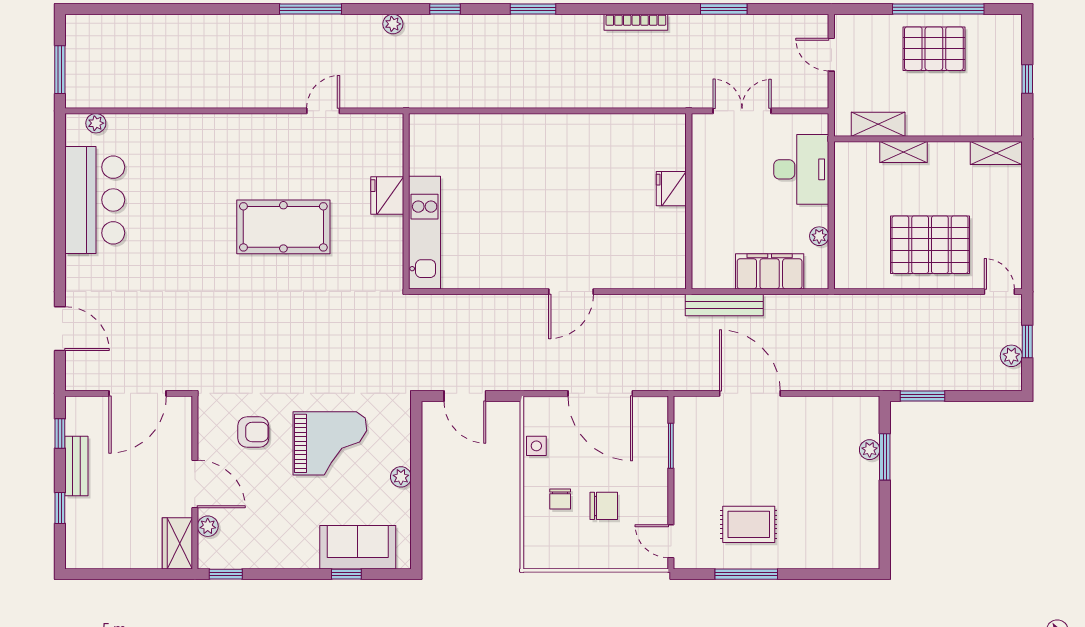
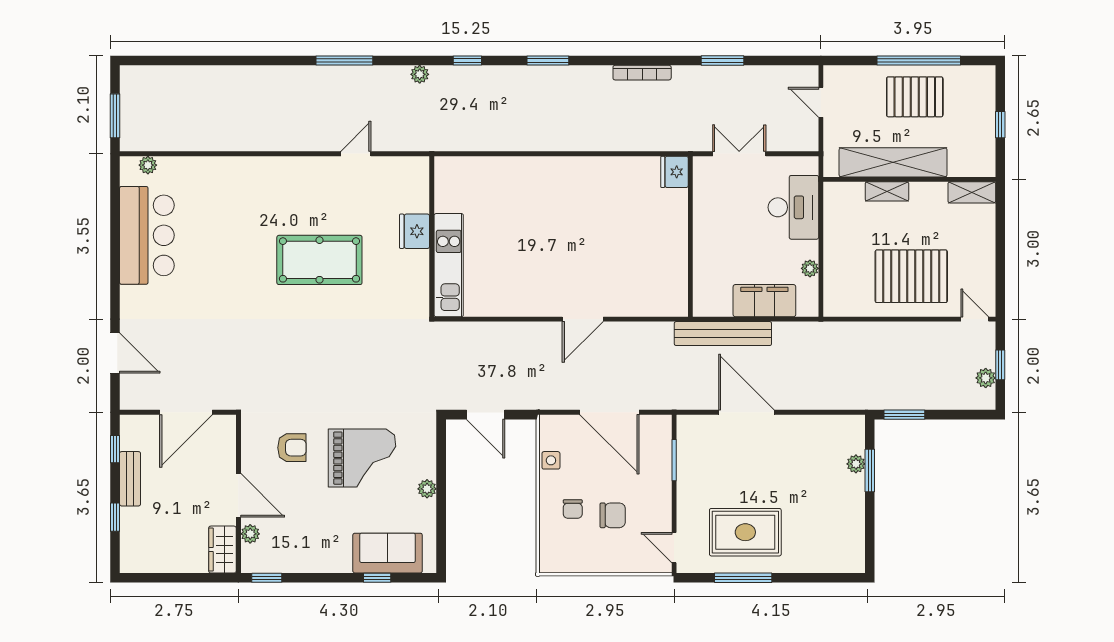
shelving: (878, 124) -> (893, 162), width x2.20, depth x1.33
fridge: (671, 189) -> (674, 172), moved
bench: (724, 305) -> (723, 334), width x1.37, depth x1.21
rug: (749, 524) -> (745, 532), width x1.36, depth x1.43

